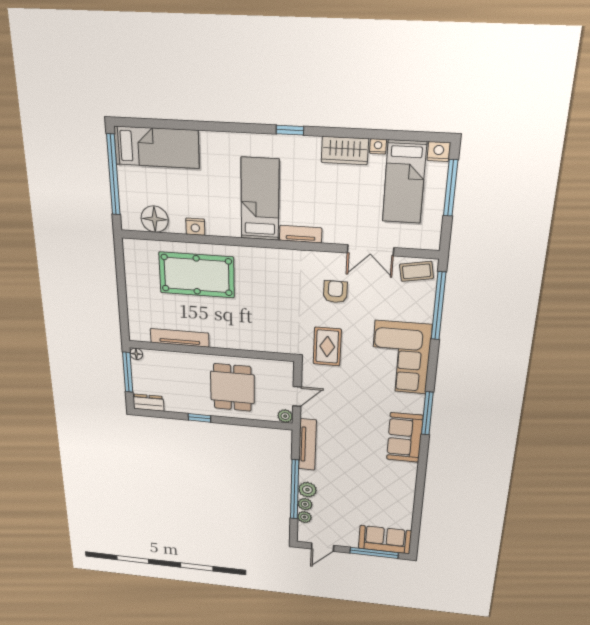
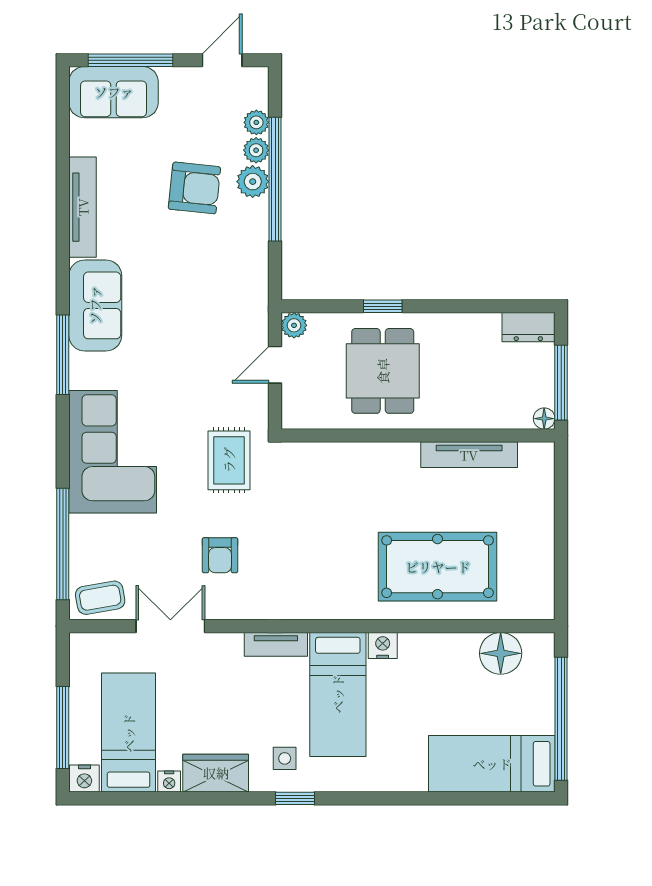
side table: (296, 158) -> (285, 758), added
nightstand: (195, 227) -> (383, 645), moved
window: (199, 418) -> (383, 306), moved
tv unit: (307, 445) -> (83, 207), moved, turned 180
armchair: (341, 490) -> (194, 188), added

